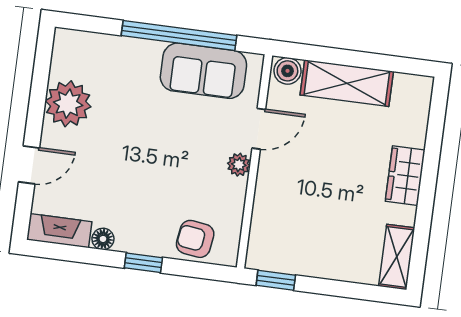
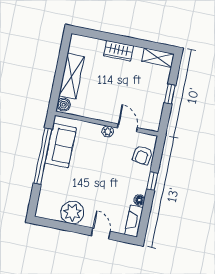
door: (259, 129) -> (127, 128), moved
window: (276, 280) -> (170, 94), moved

